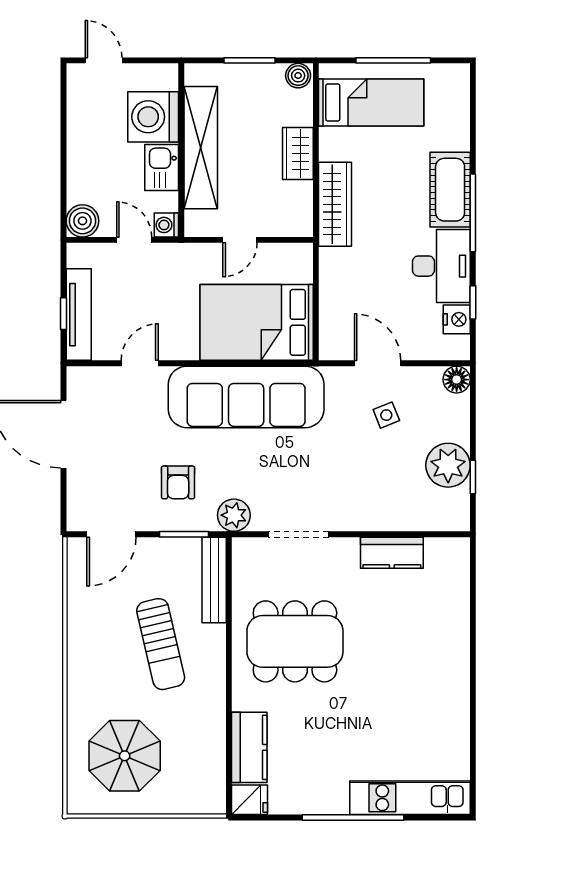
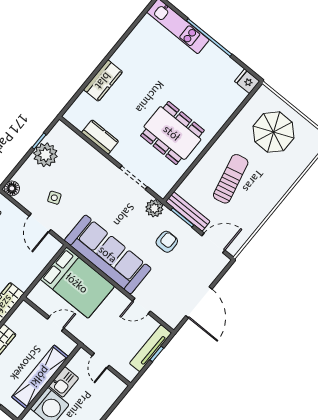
boiler: (82, 221) -> (116, 387), removed
washing machine: (166, 225) -> (82, 356), removed
bench: (214, 580) -> (188, 211), moved, turned 90
kitchen counter: (249, 747) -> (103, 81), moved, turned 180
parasol: (125, 756) -> (274, 132), moved

